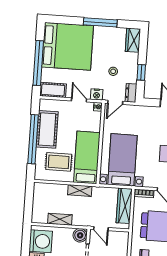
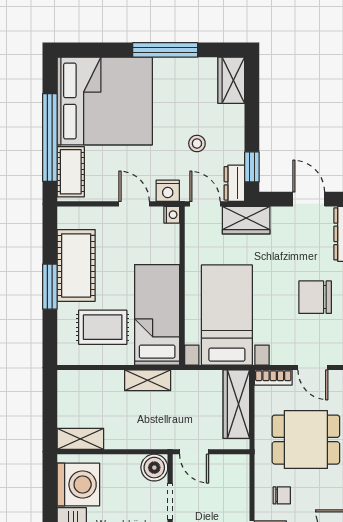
window: (141, 72) -> (252, 167), moved
cot: (53, 90) -> (71, 172), moved, turned 90
door: (115, 102) -> (205, 204), swing flipped
wardrobe: (136, 112) -> (246, 220), added
window: (33, 139) -> (50, 287), width x0.47
shelving: (60, 219) -> (80, 439), moved

